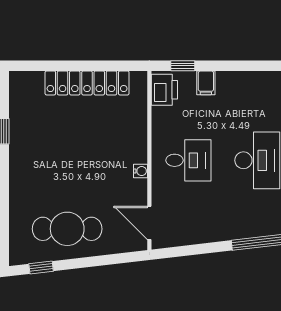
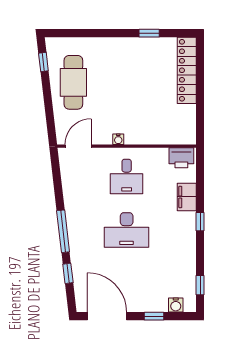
window: (183, 66) -> (200, 222), moved
locker: (87, 83) -> (187, 70), moved
filing cabinet: (206, 83) -> (187, 197), width x2.00

